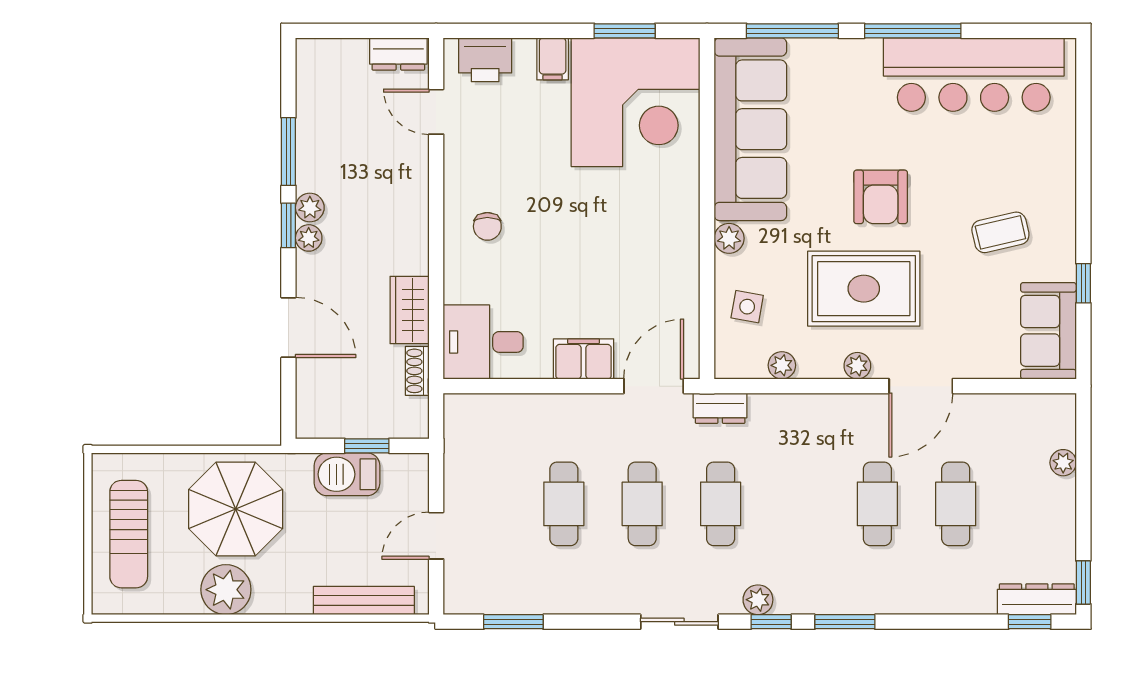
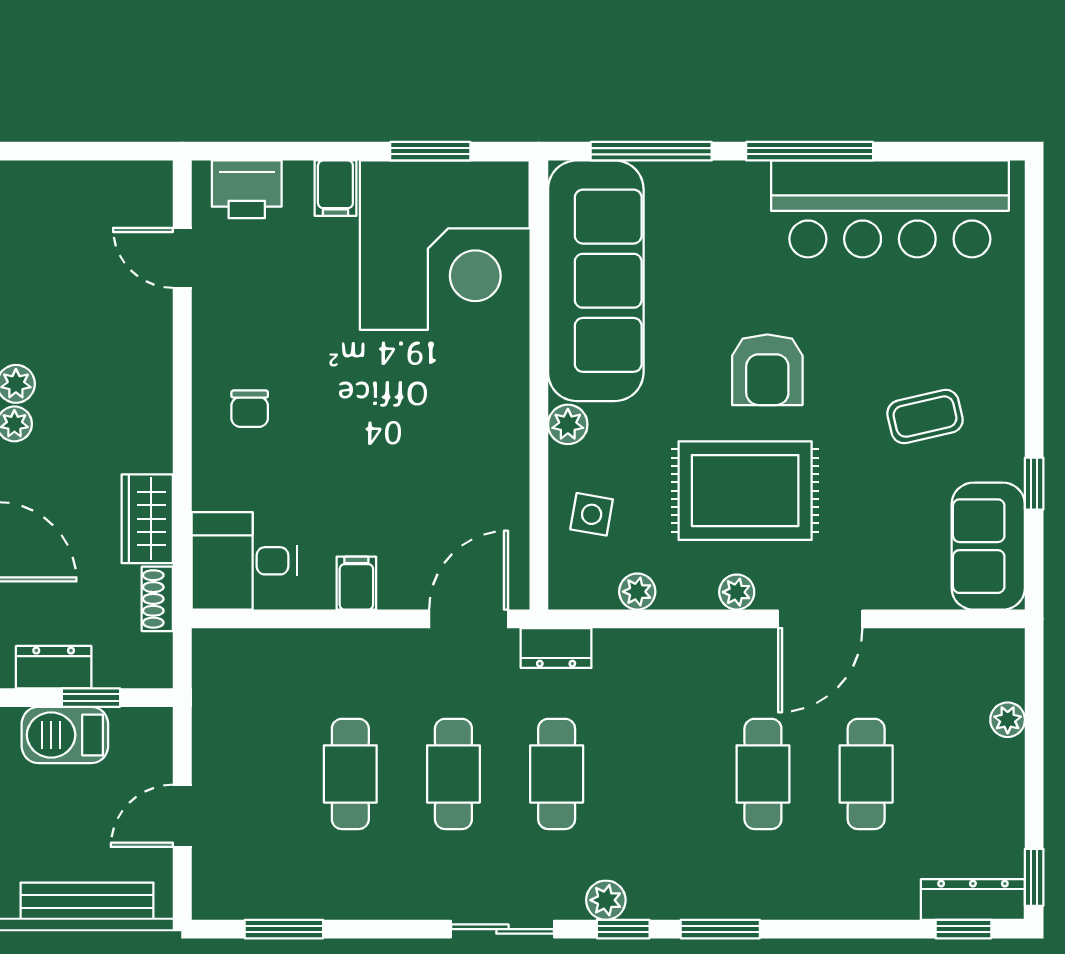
dresser: (398, 54) -> (54, 667), moved, turned 180
filing cabinet: (584, 359) -> (356, 583), width x0.50

